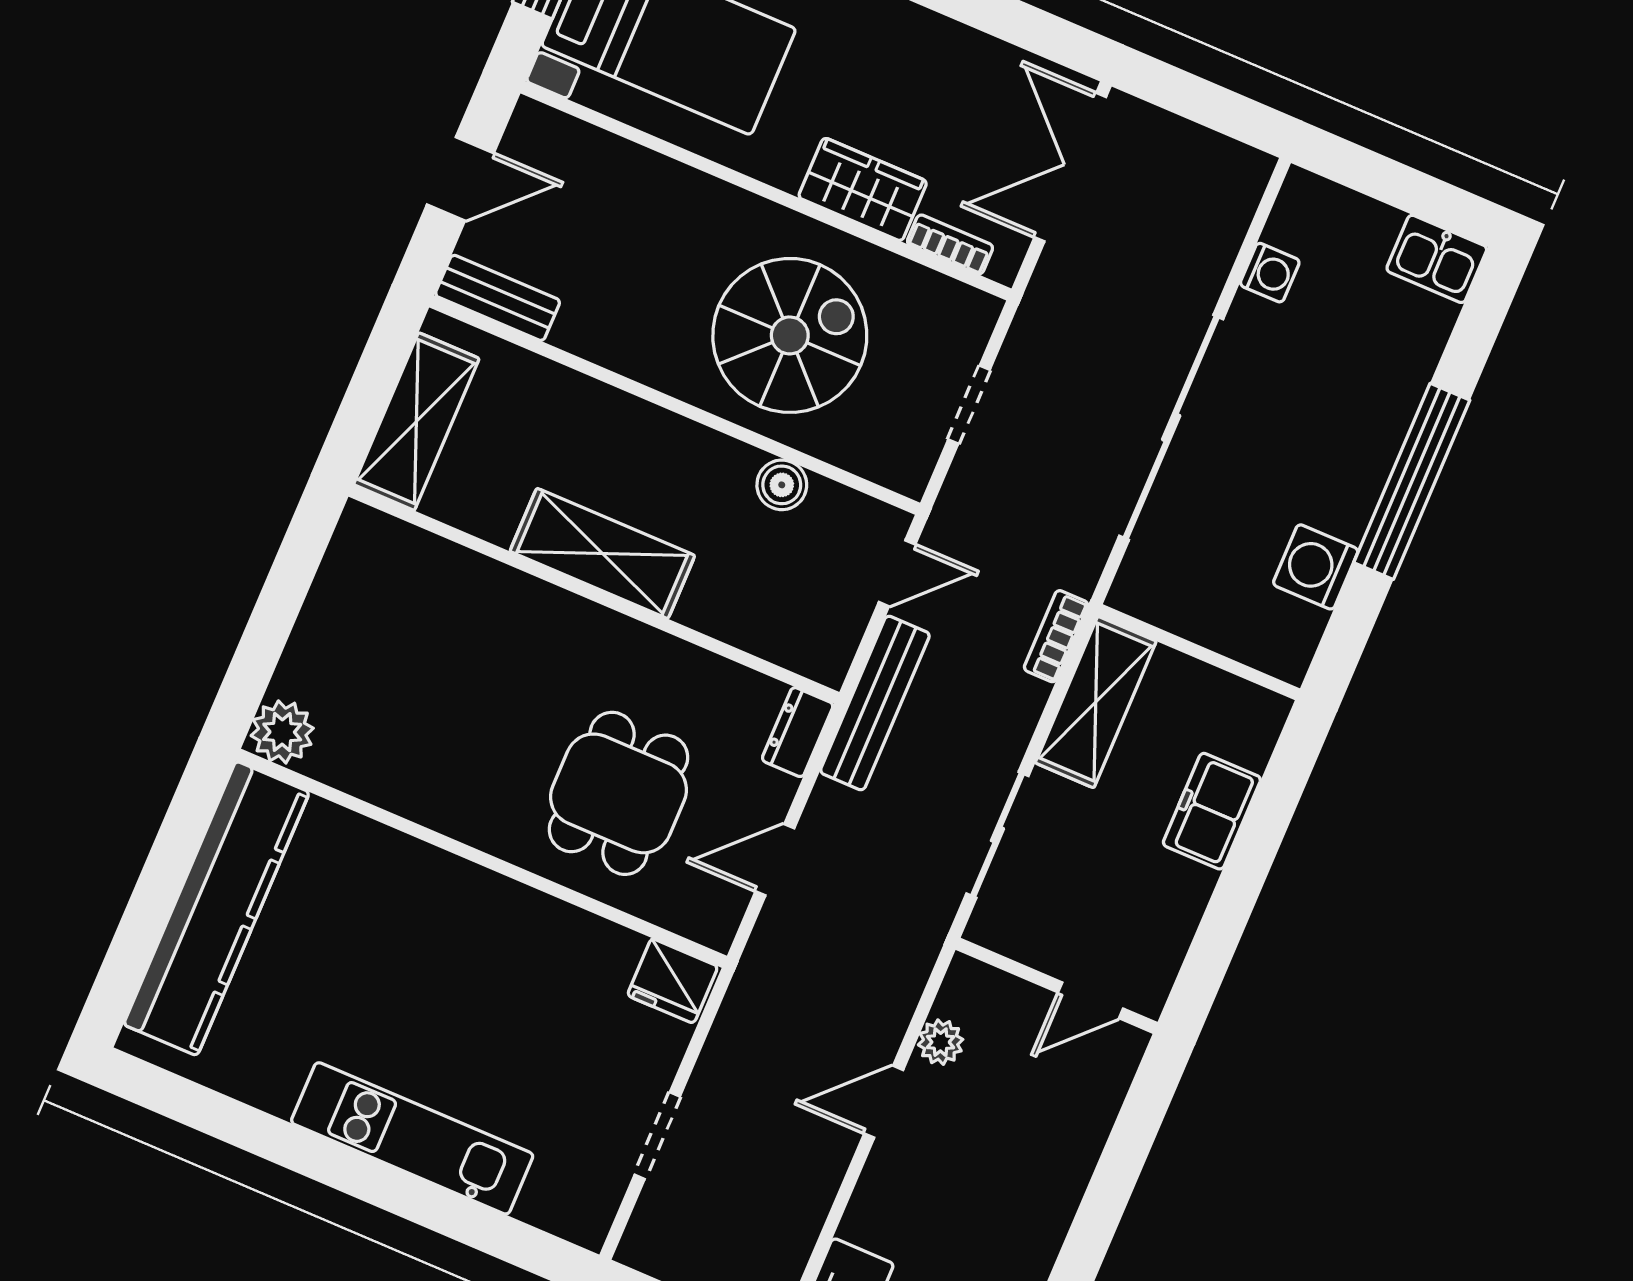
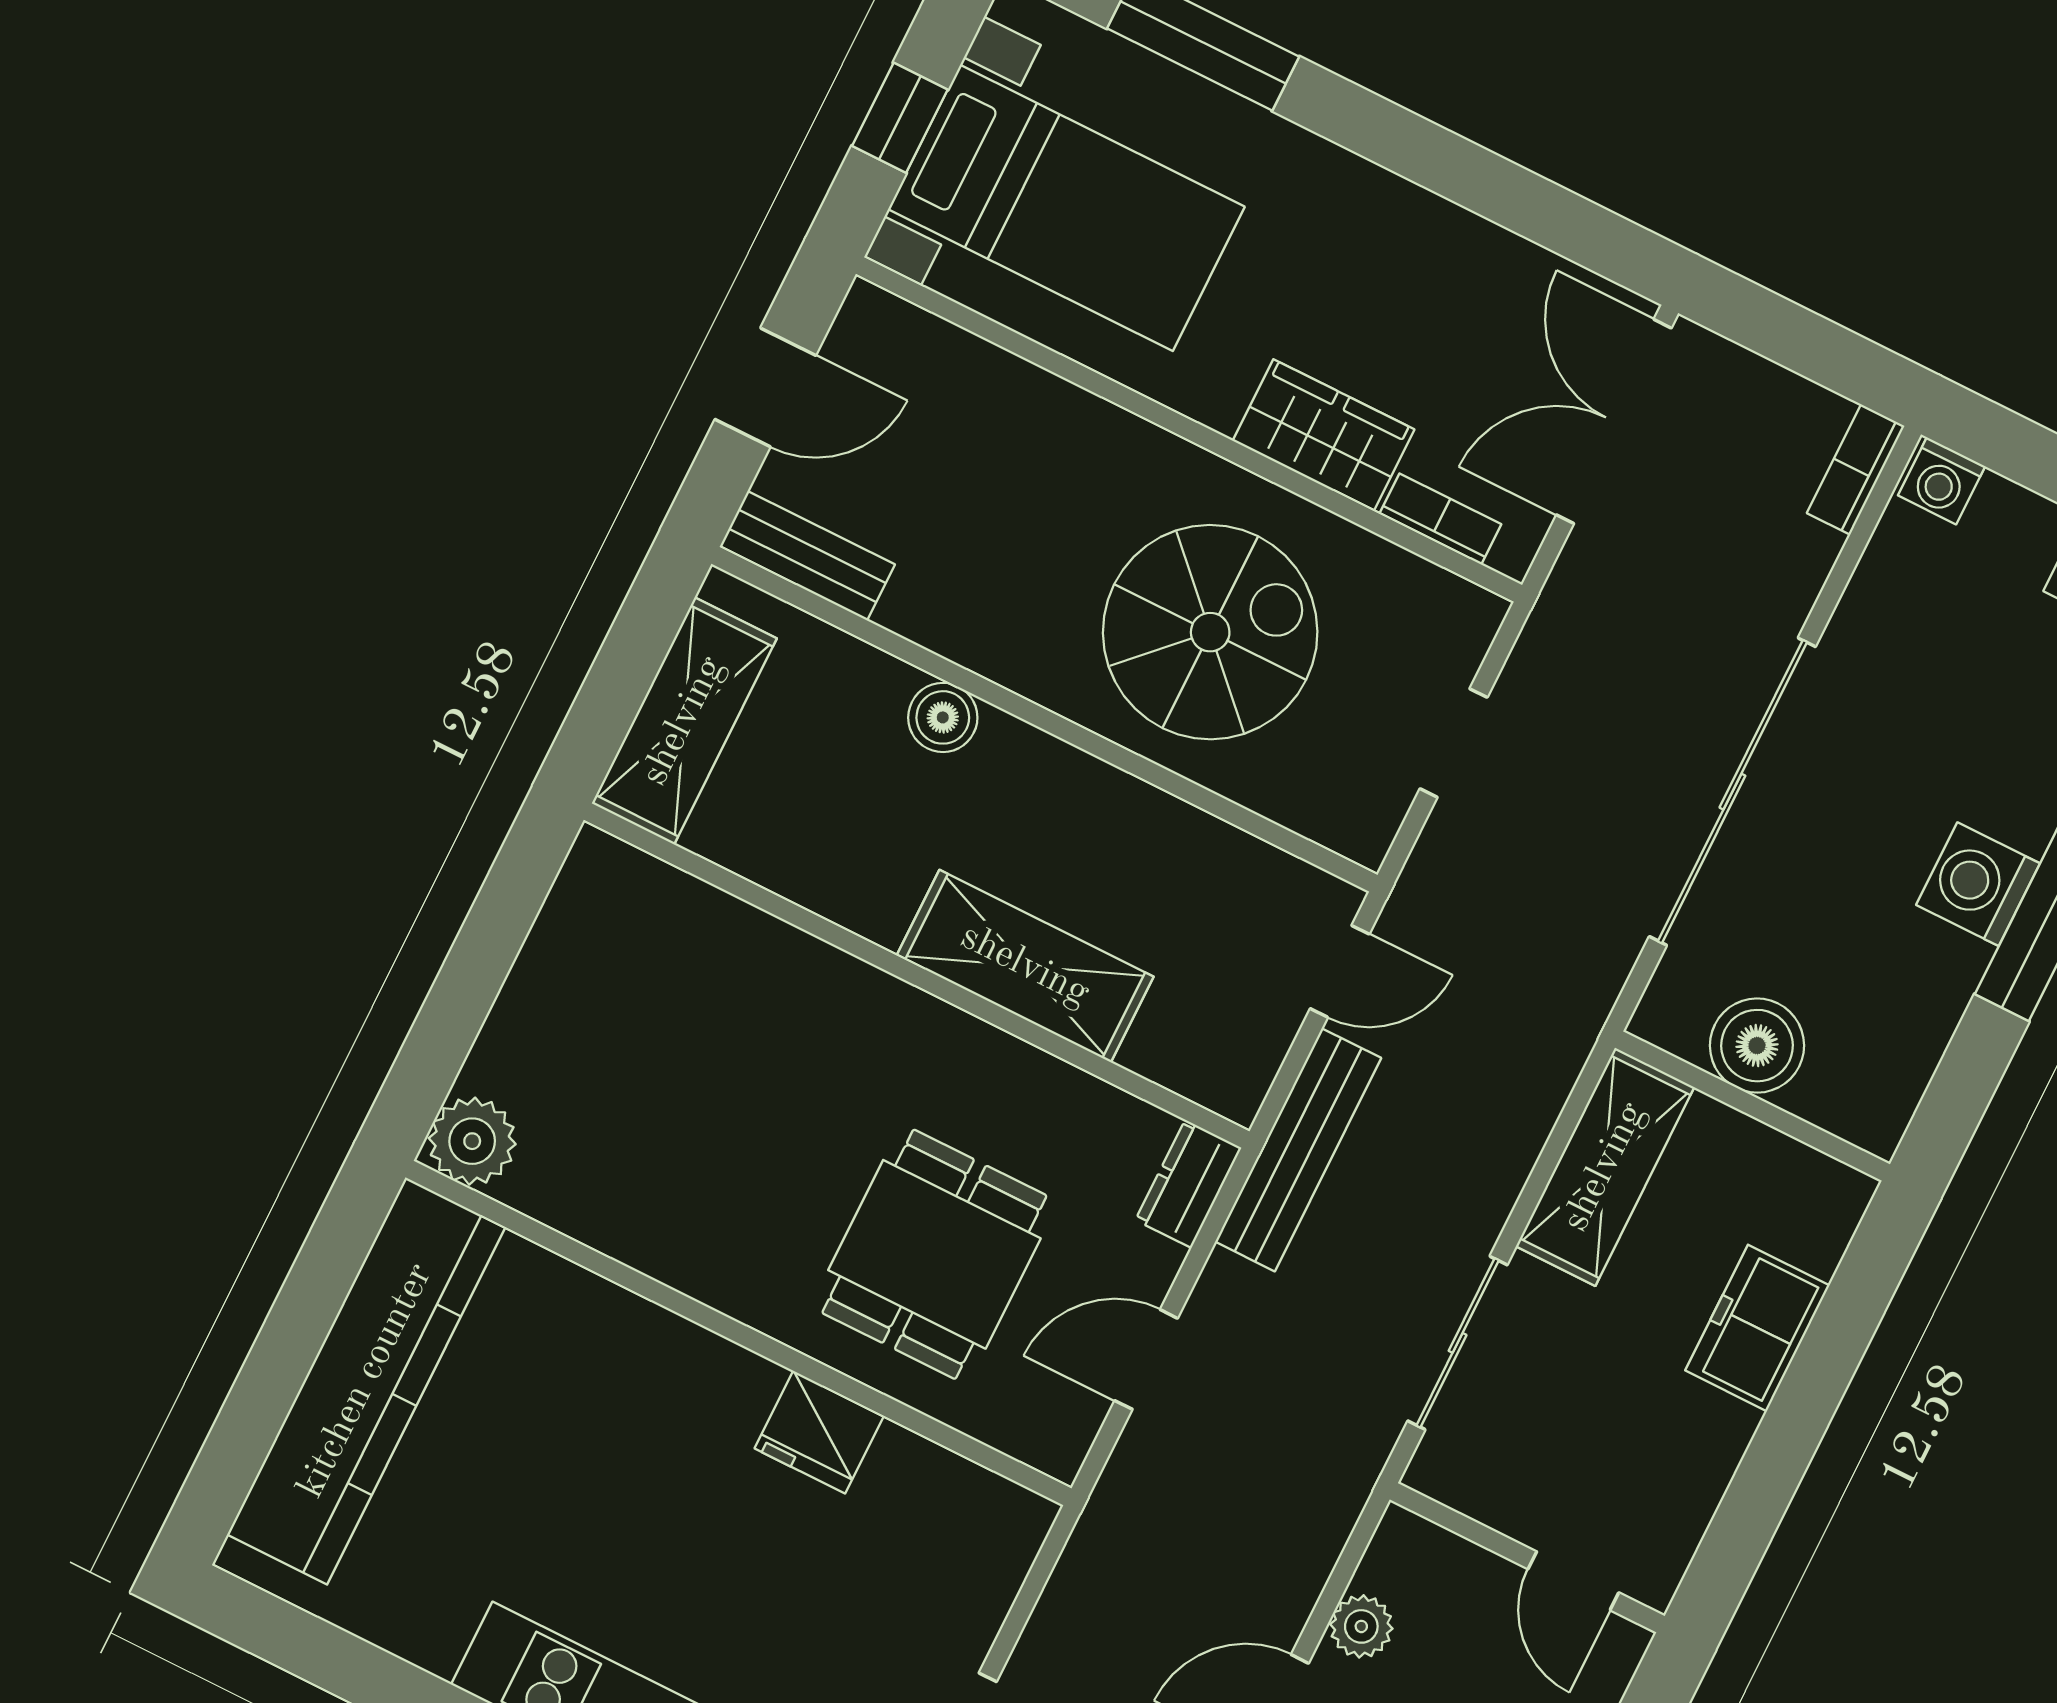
washing machine: (1270, 273) -> (1942, 481), moved, turned 90
boiler: (782, 485) -> (943, 717), moved
shelving: (602, 553) -> (1025, 966), moved
washing machine: (1316, 567) -> (1978, 884), moved
boiler: (1200, 609) -> (1757, 1046), added
bookcase: (1056, 636) -> (1856, 469), moved
fridge: (673, 981) -> (819, 1432), moved
door: (1091, 1000) -> (1573, 1581), hinge flipped

